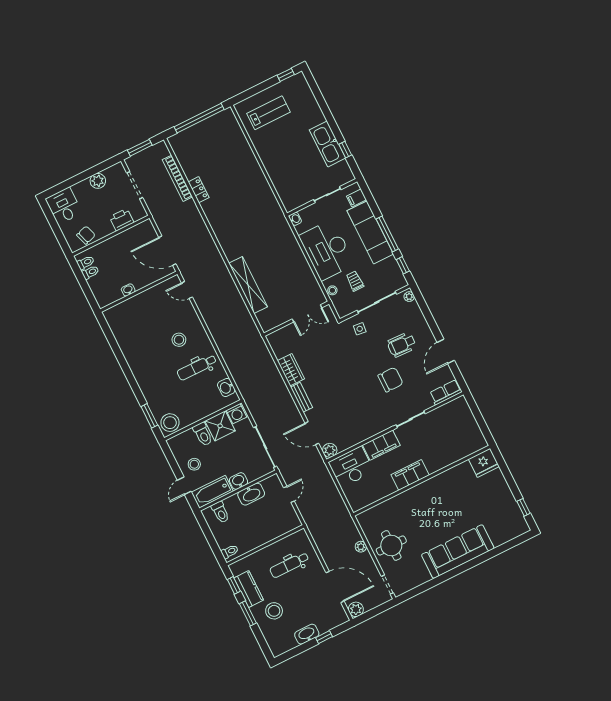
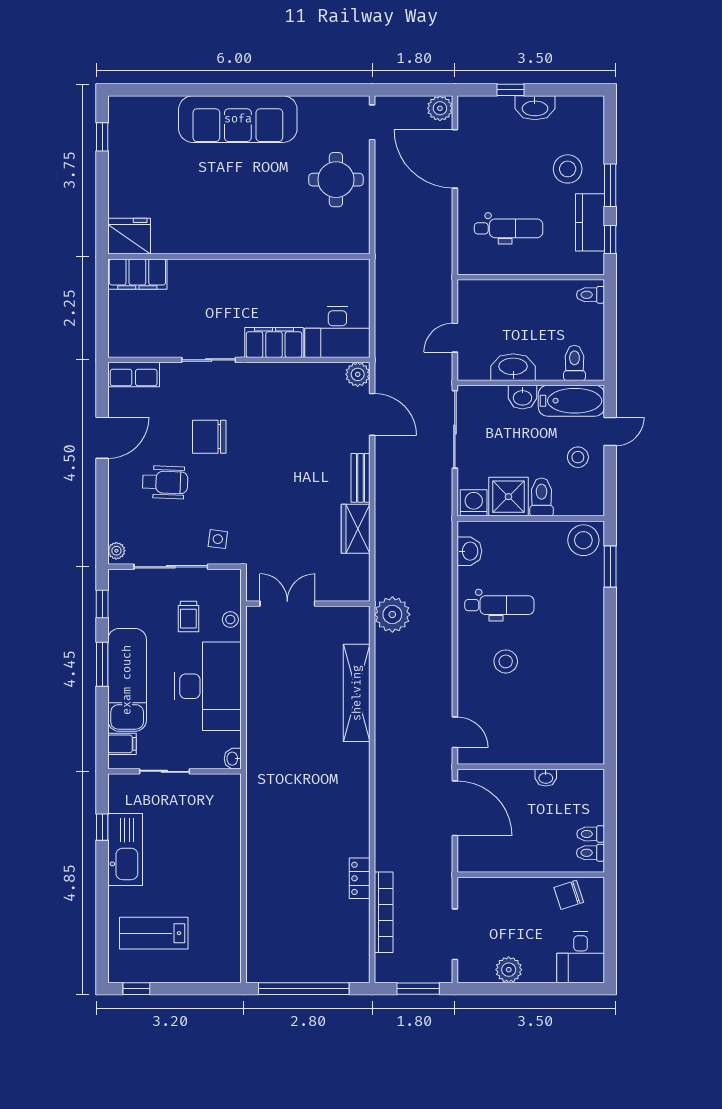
lab bench: (269, 113) -> (154, 933), moved
printer: (122, 220) -> (502, 891), removed
window: (387, 234) -> (102, 664), width x0.69
filing cabinet: (410, 475) -> (137, 274), moved
plant: (361, 547) -> (392, 614), moved, width x1.87, depth x1.87

